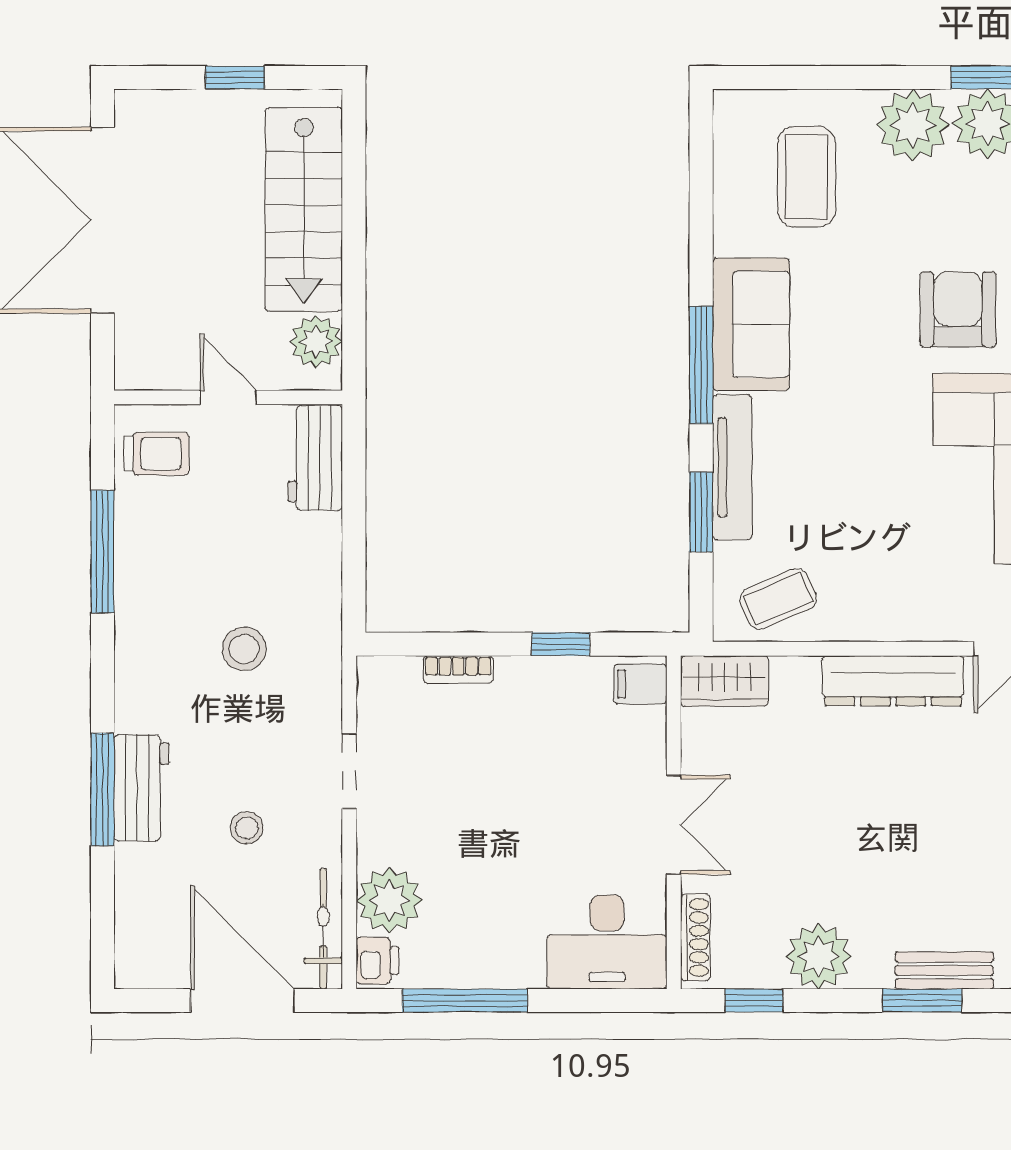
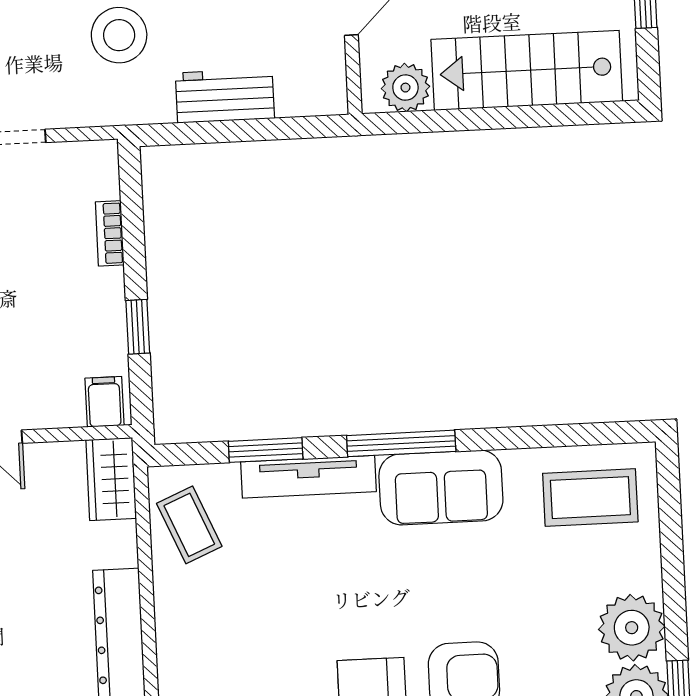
coffee table: (807, 177) -> (590, 498), moved
workbench: (315, 458) -> (225, 96), moved
stool: (244, 649) -> (119, 35), width x1.38, depth x1.38

